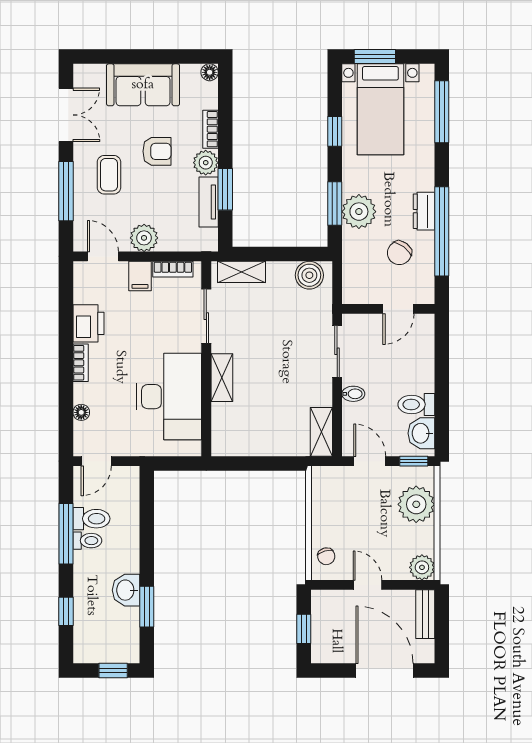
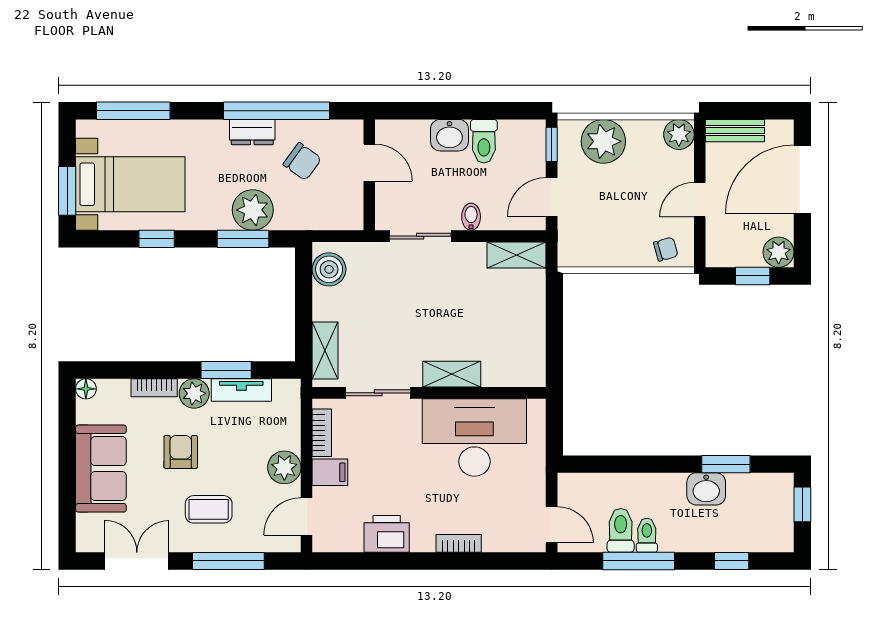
bookcase: (81, 363) -> (459, 543), moved
floor lamp: (81, 412) -> (493, 543), removed
washbasin: (421, 433) -> (449, 135), moved
plant: (324, 650) -> (779, 252), added

